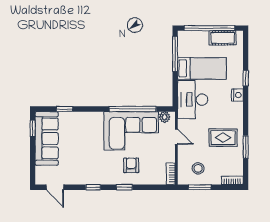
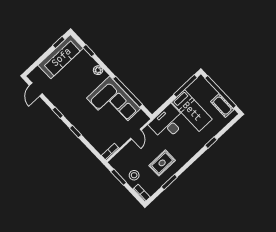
nightstand: (237, 95) -> (196, 147), removed
plant: (165, 117) -> (98, 70), moved
rug: (223, 138) -> (162, 163), turned 90
armchair: (131, 165) -> (93, 123), removed
stool: (198, 168) -> (134, 175), moved

